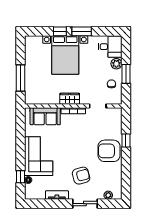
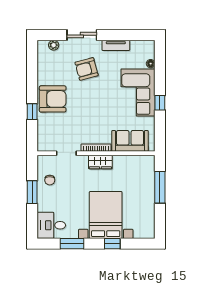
window: (82, 31) -> (72, 244), moved
plant: (116, 64) -> (44, 205), removed
window: (21, 177) -> (160, 103), moved

